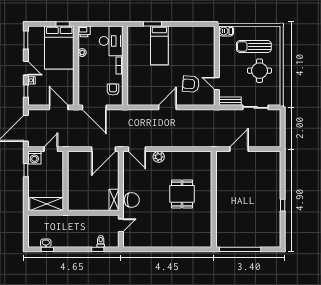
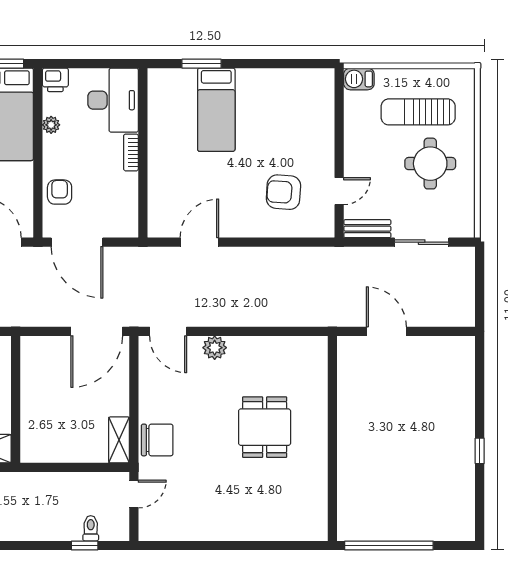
door: (217, 84) -> (339, 191), swing flipped
armchair: (113, 89) -> (60, 192), moved
door: (167, 107) -> (199, 242), moved
door: (239, 149) -> (386, 331), hinge flipped

